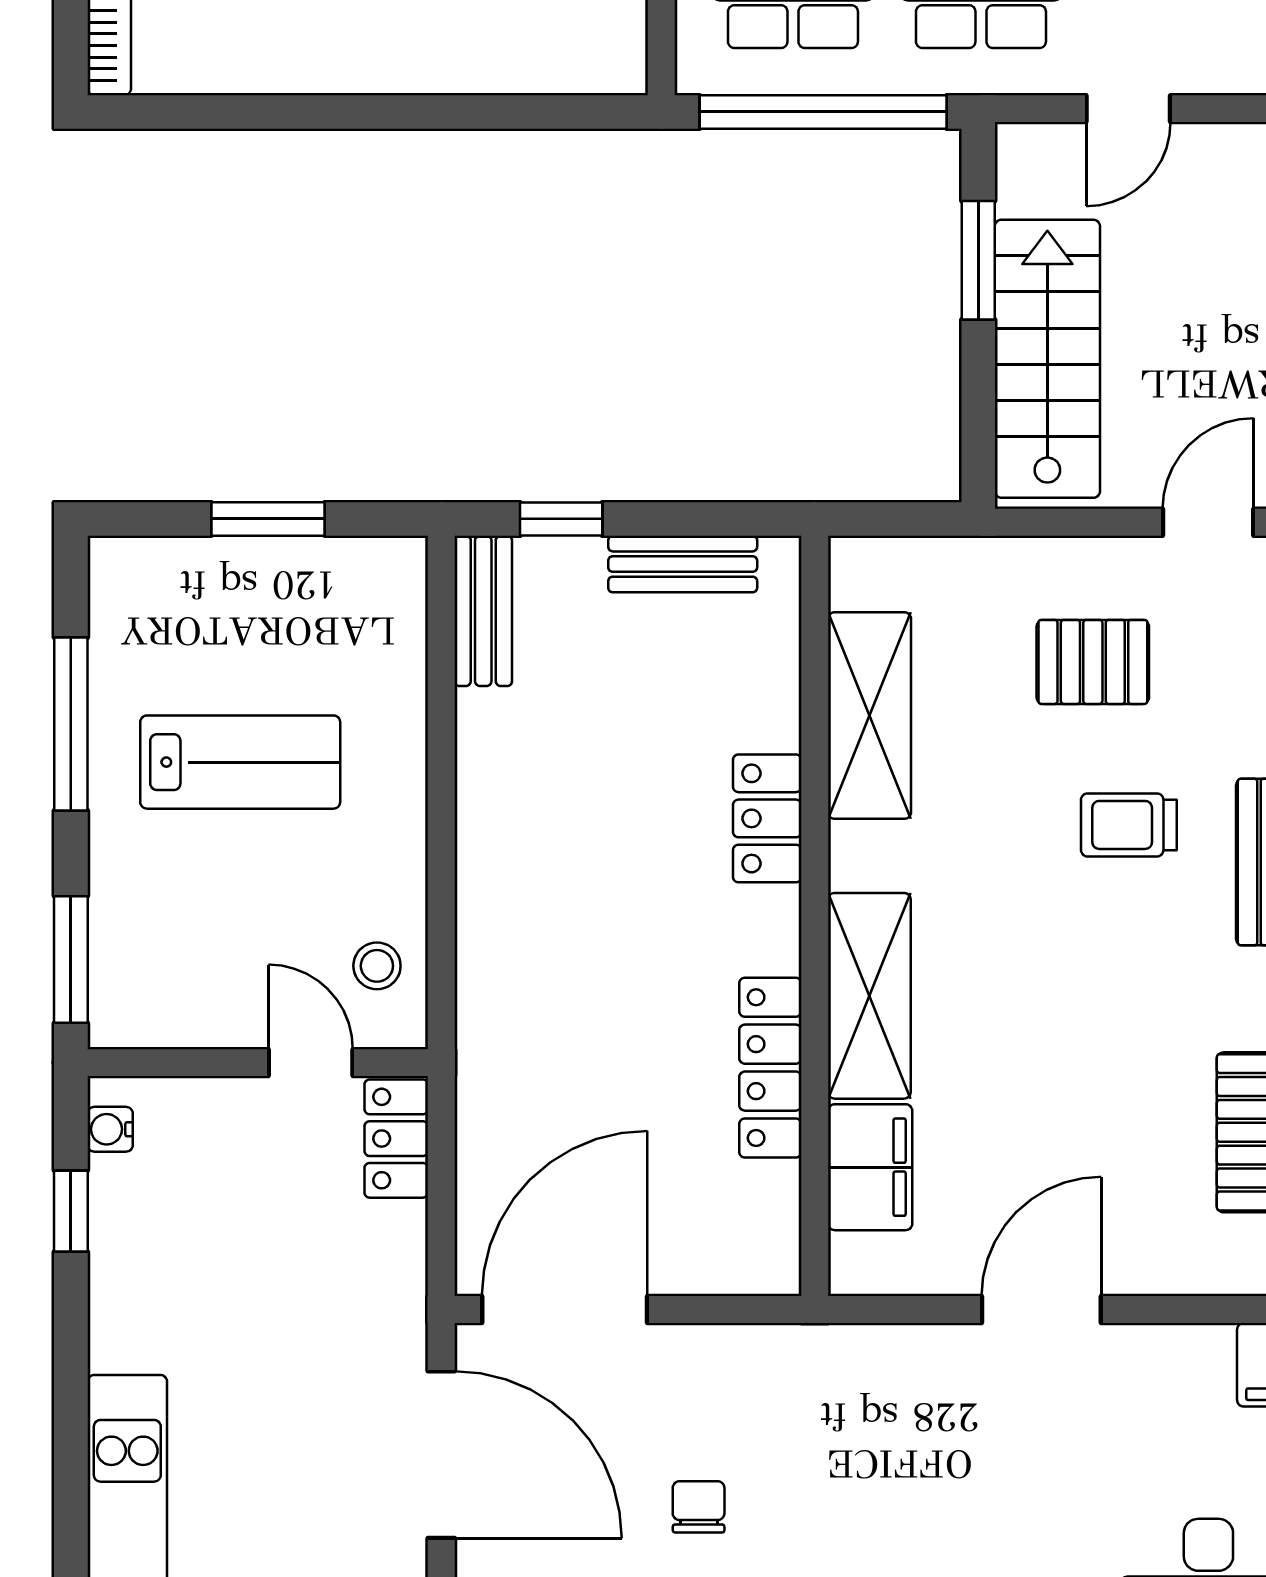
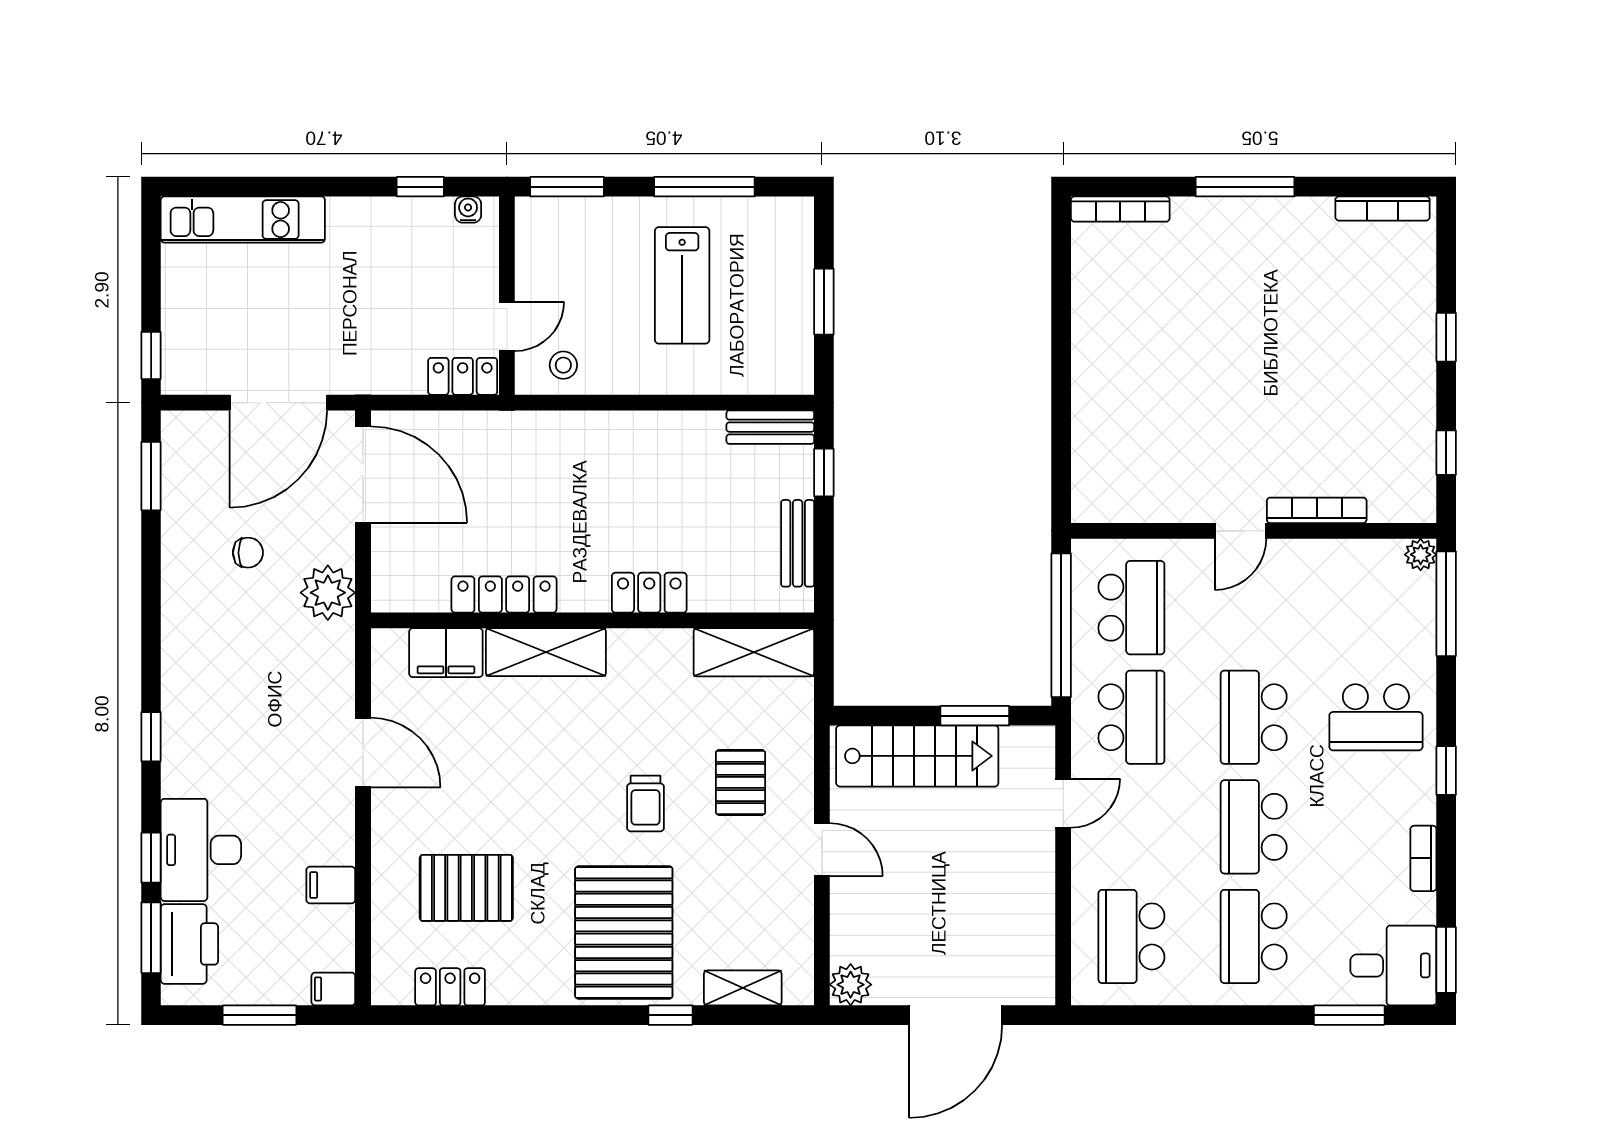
door: (1128, 109) -> (1063, 803), swing flipped
shelving: (869, 716) -> (754, 652), moved
trolley: (1129, 825) -> (645, 803), turned 180
plant: (767, 1370) -> (328, 593), added

